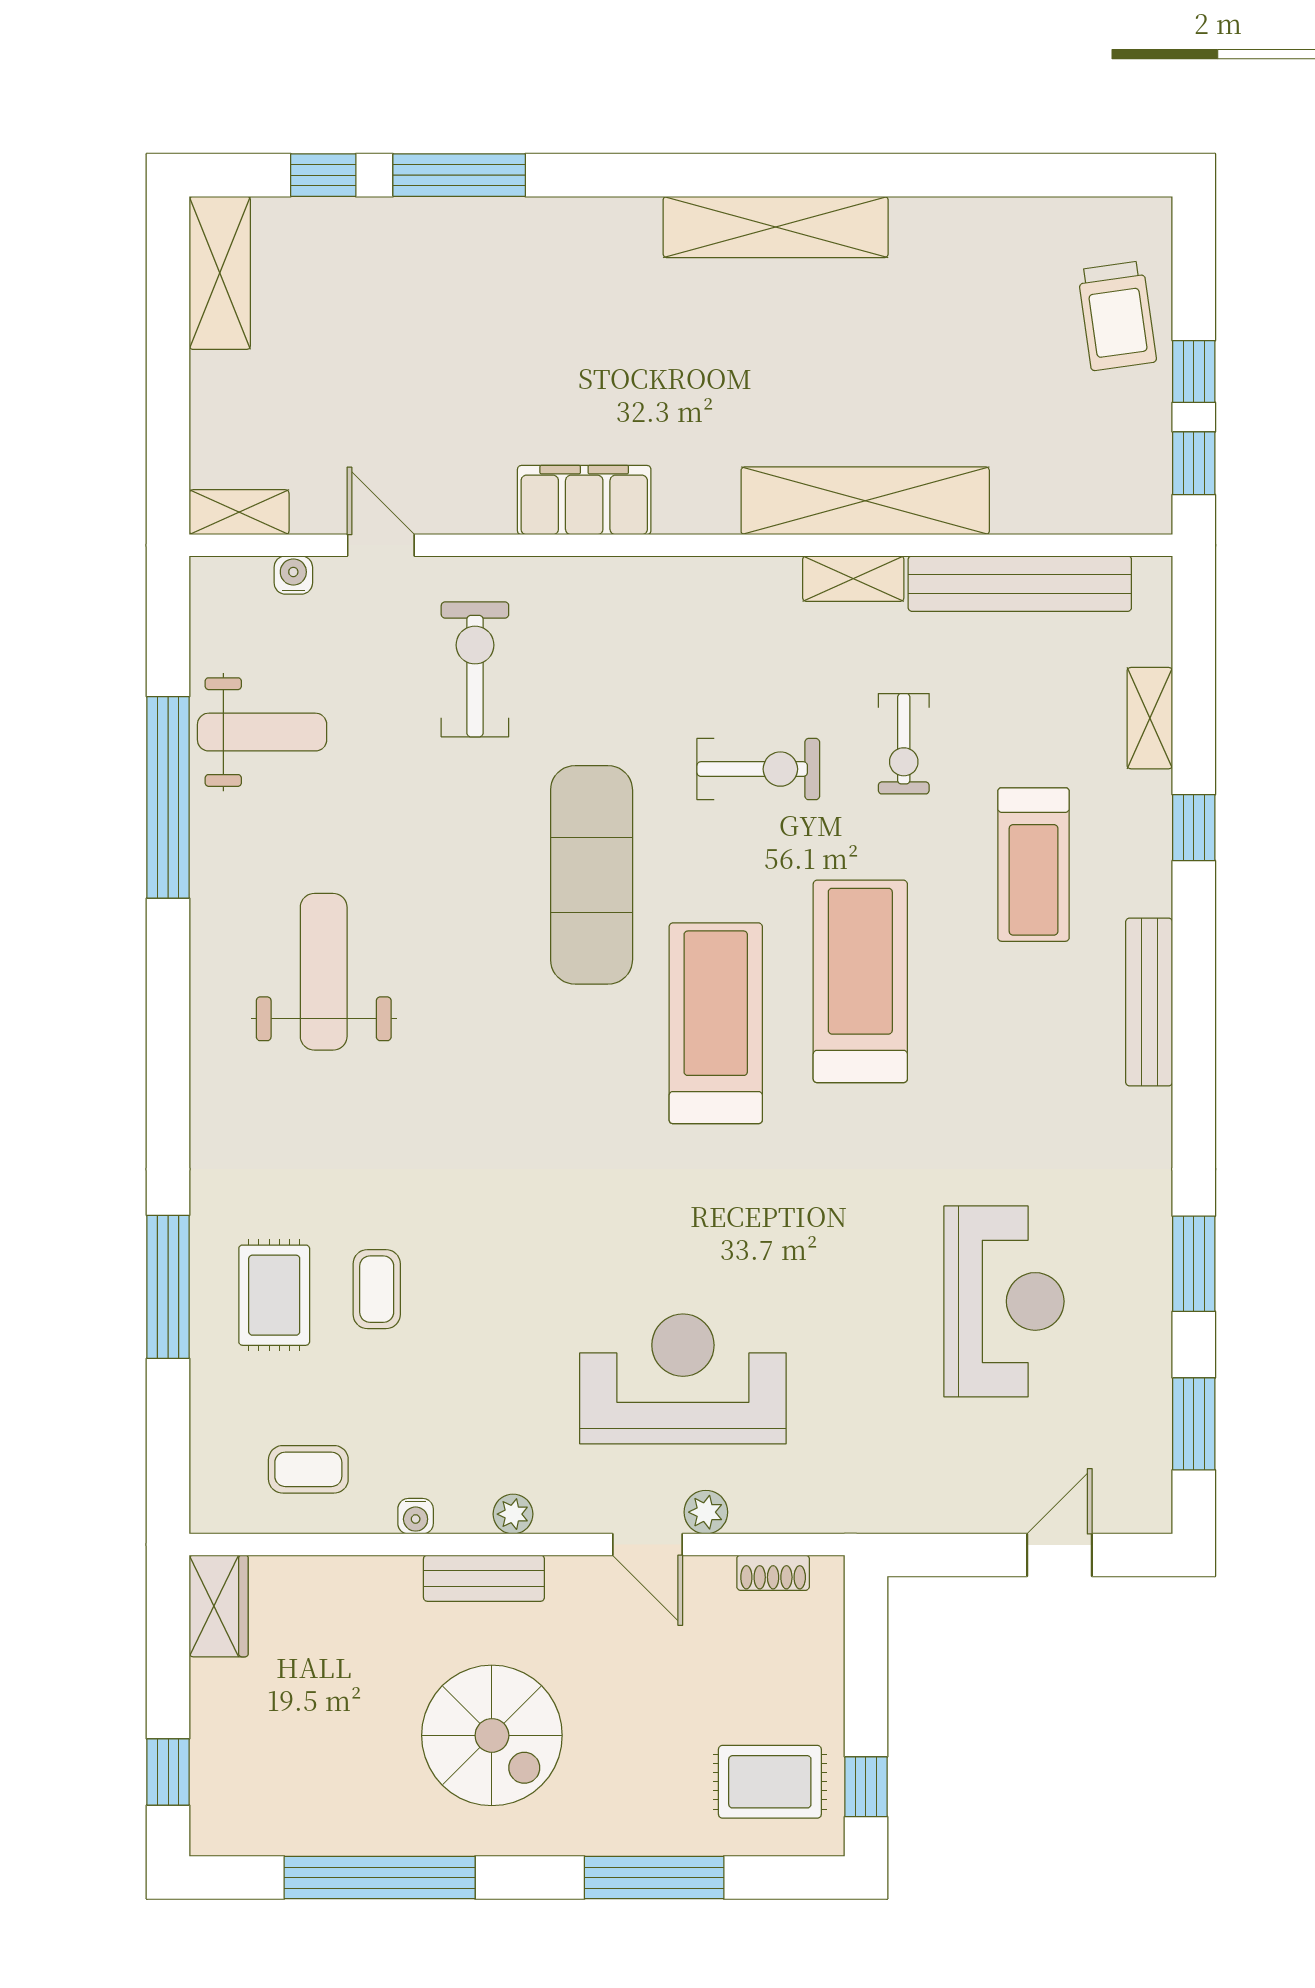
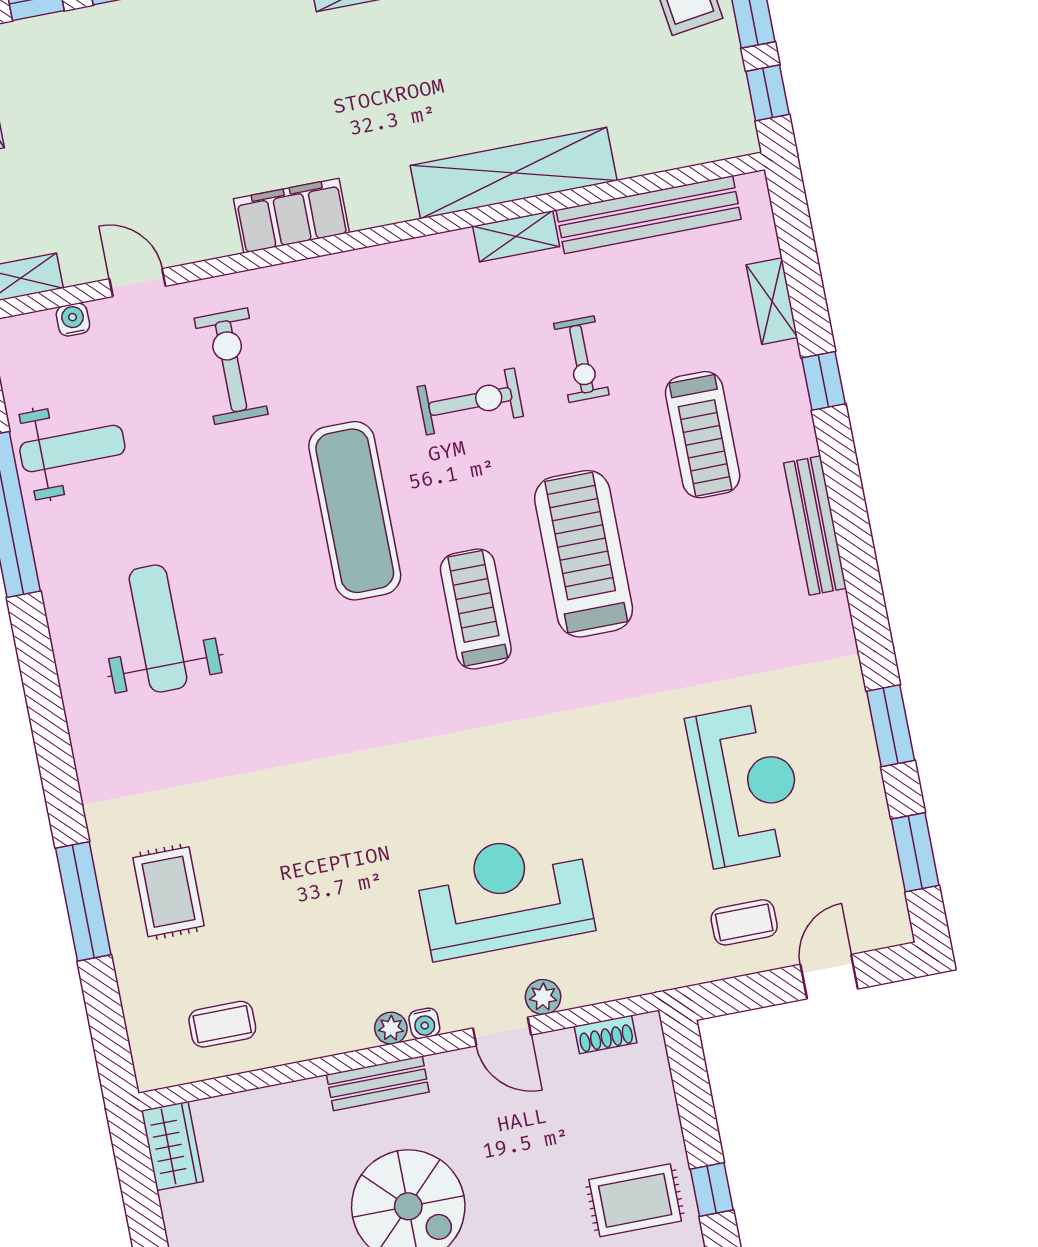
treadmill: (716, 1023) -> (476, 609), width x0.73, depth x0.73
coffee table: (377, 1289) -> (744, 922), moved, turned 90
water cooler: (416, 1516) -> (424, 1023), moved

